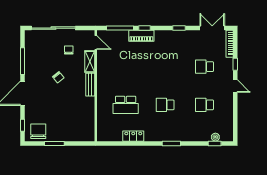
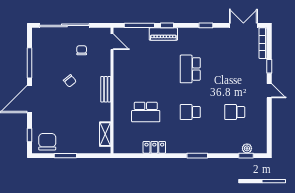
shelving: (90, 62) -> (105, 134), moved
school desk: (205, 67) -> (190, 69), moved, width x1.85

